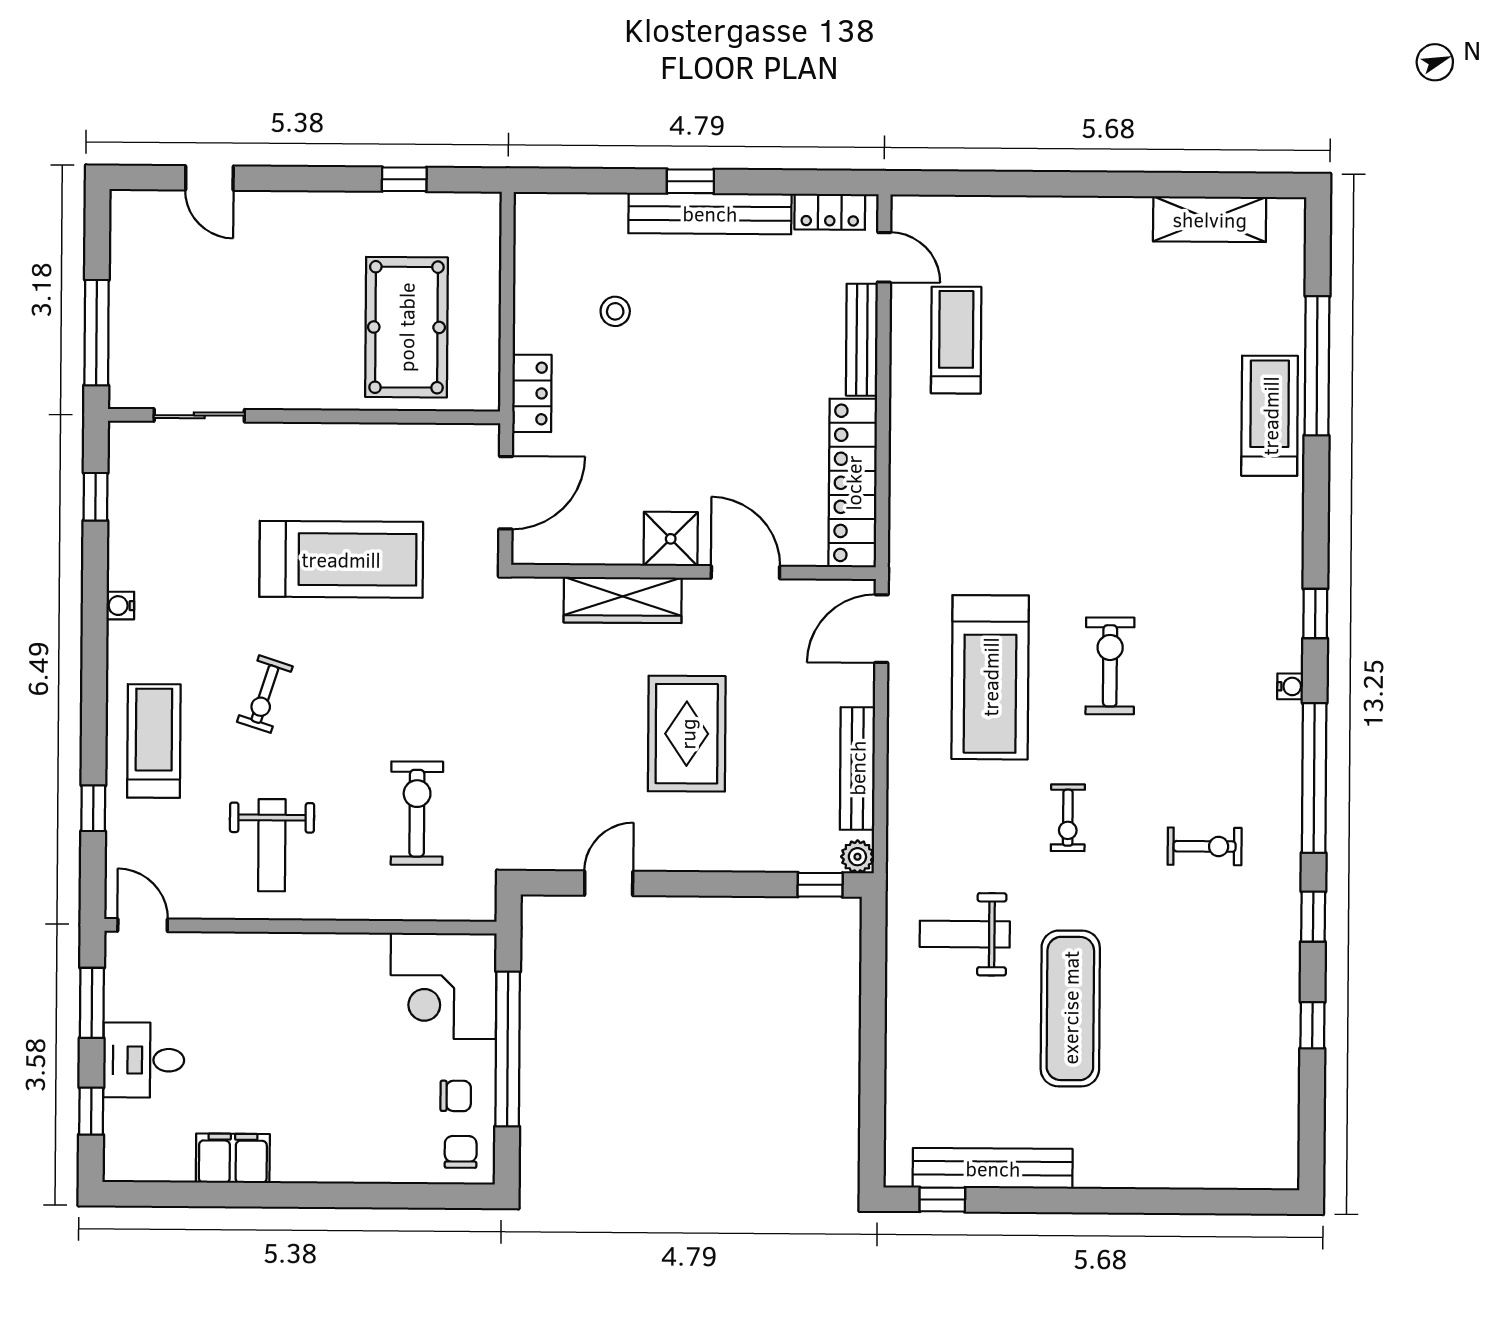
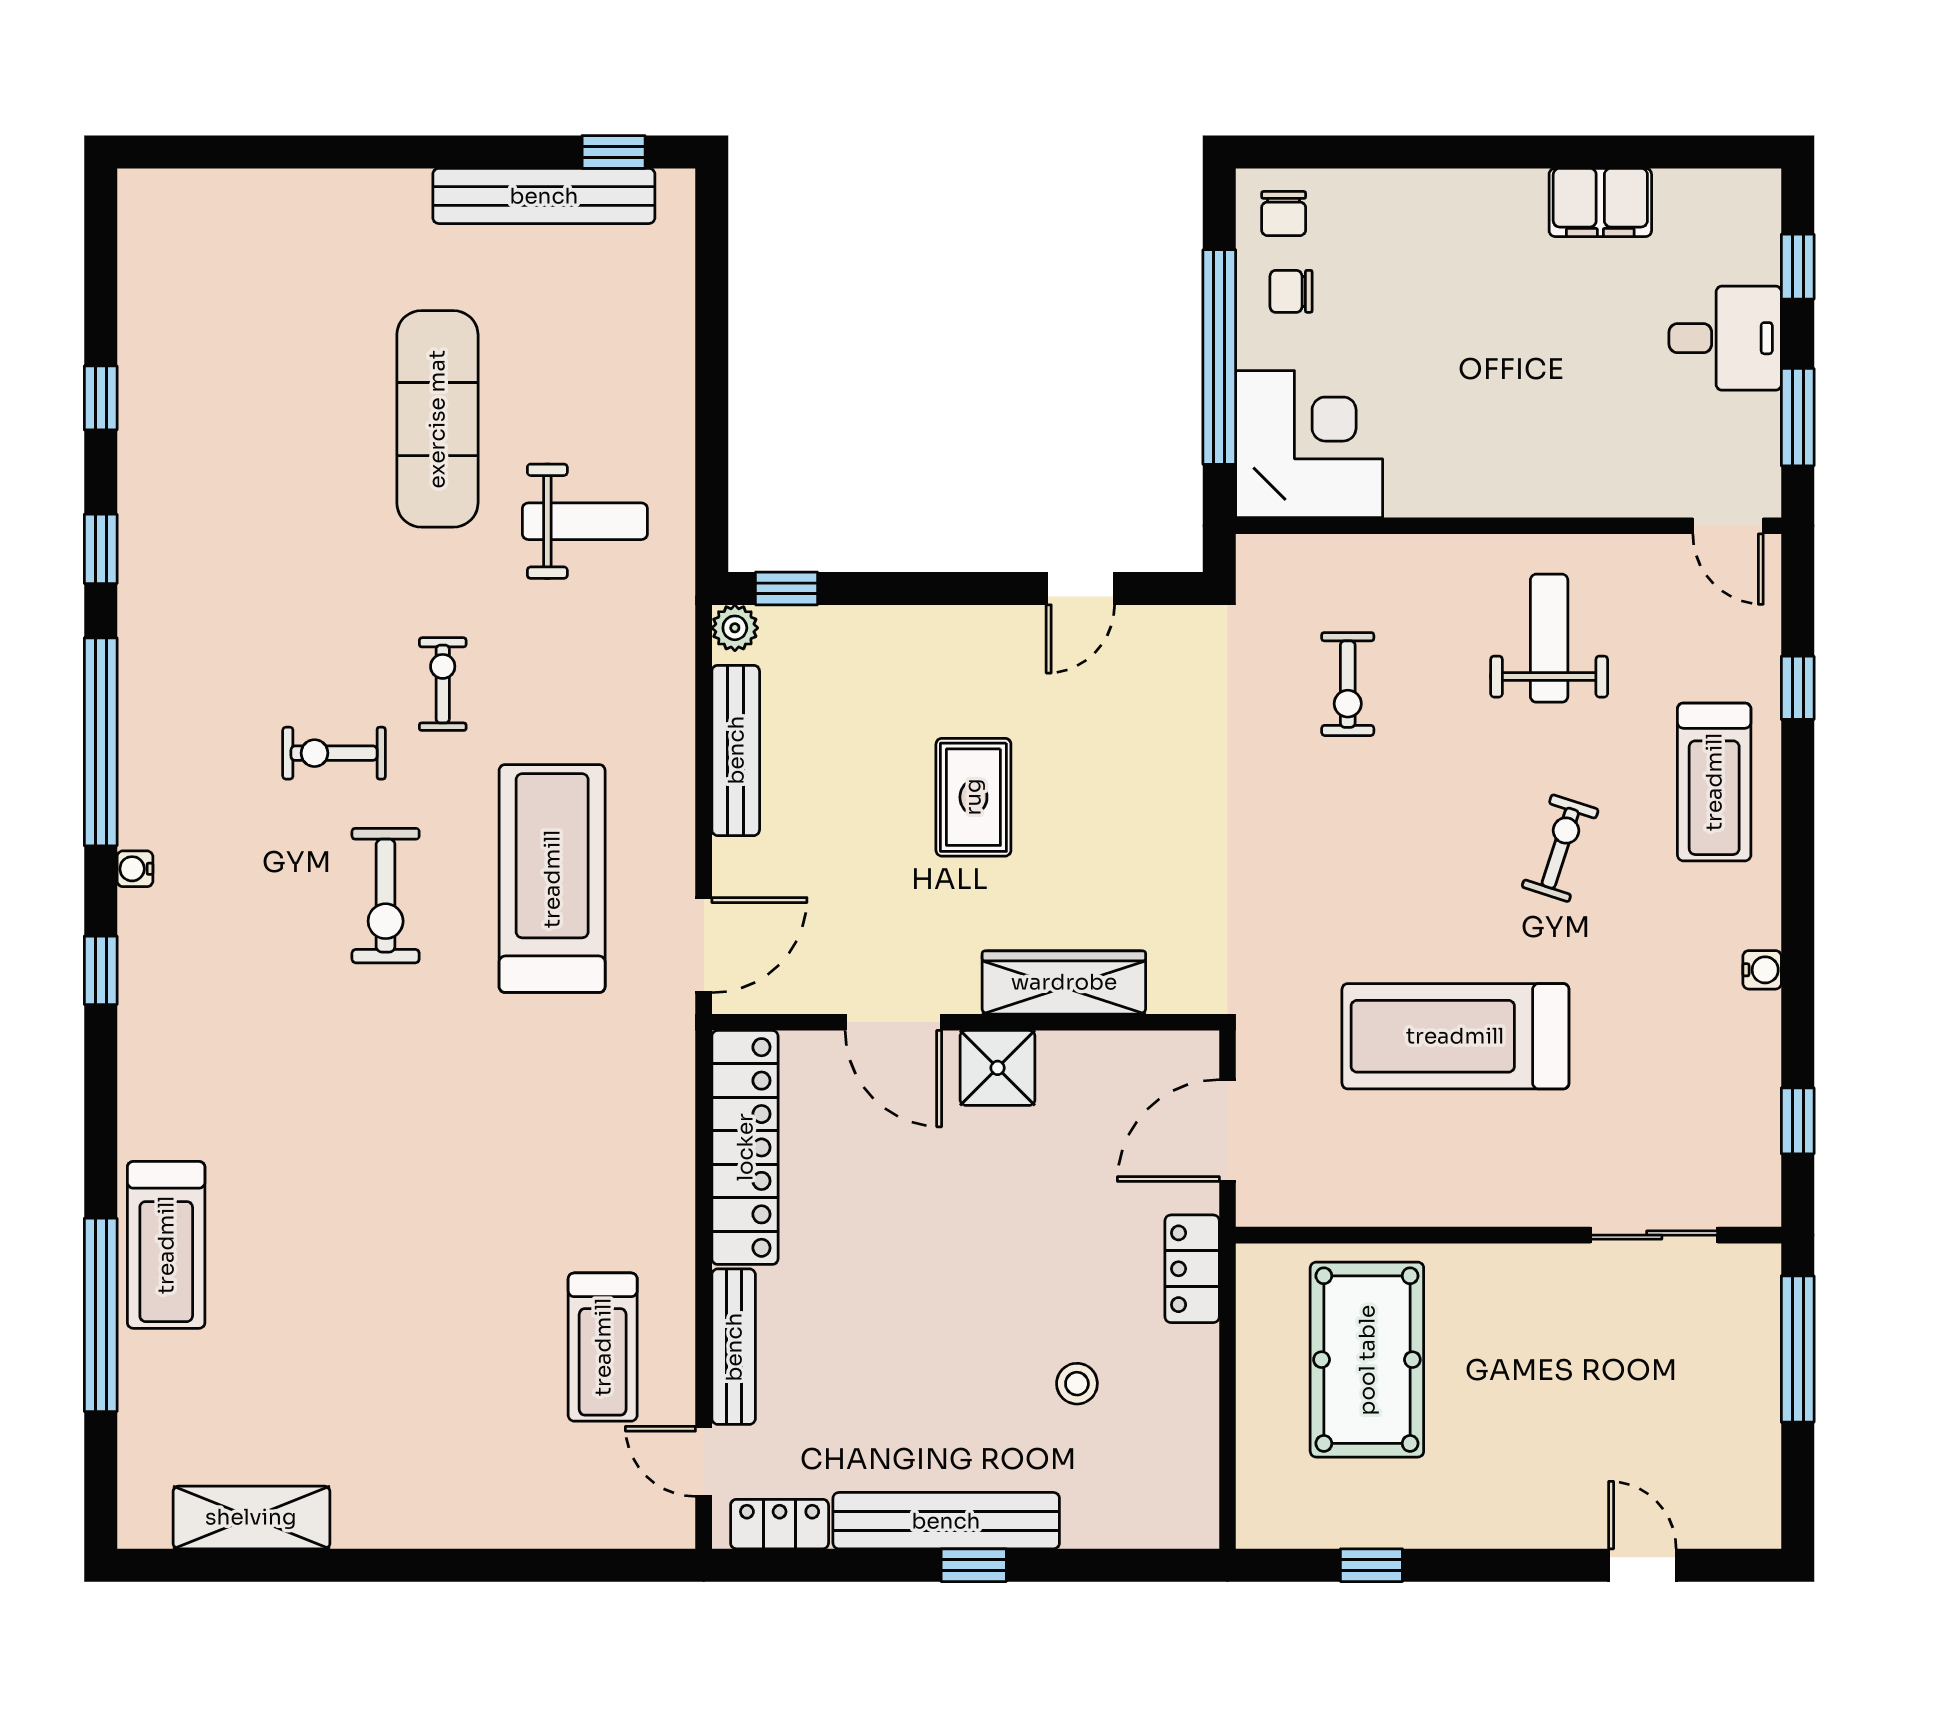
rug: (687, 734) -> (973, 797), width x0.73, depth x0.70
exercise bike: (417, 813) -> (1348, 684), width x0.73, depth x0.72
exercise bike: (1205, 846) -> (334, 753), moved

